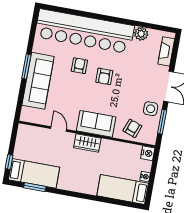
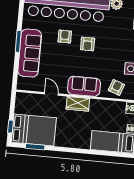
bed: (34, 173) -> (34, 130), width x1.50

